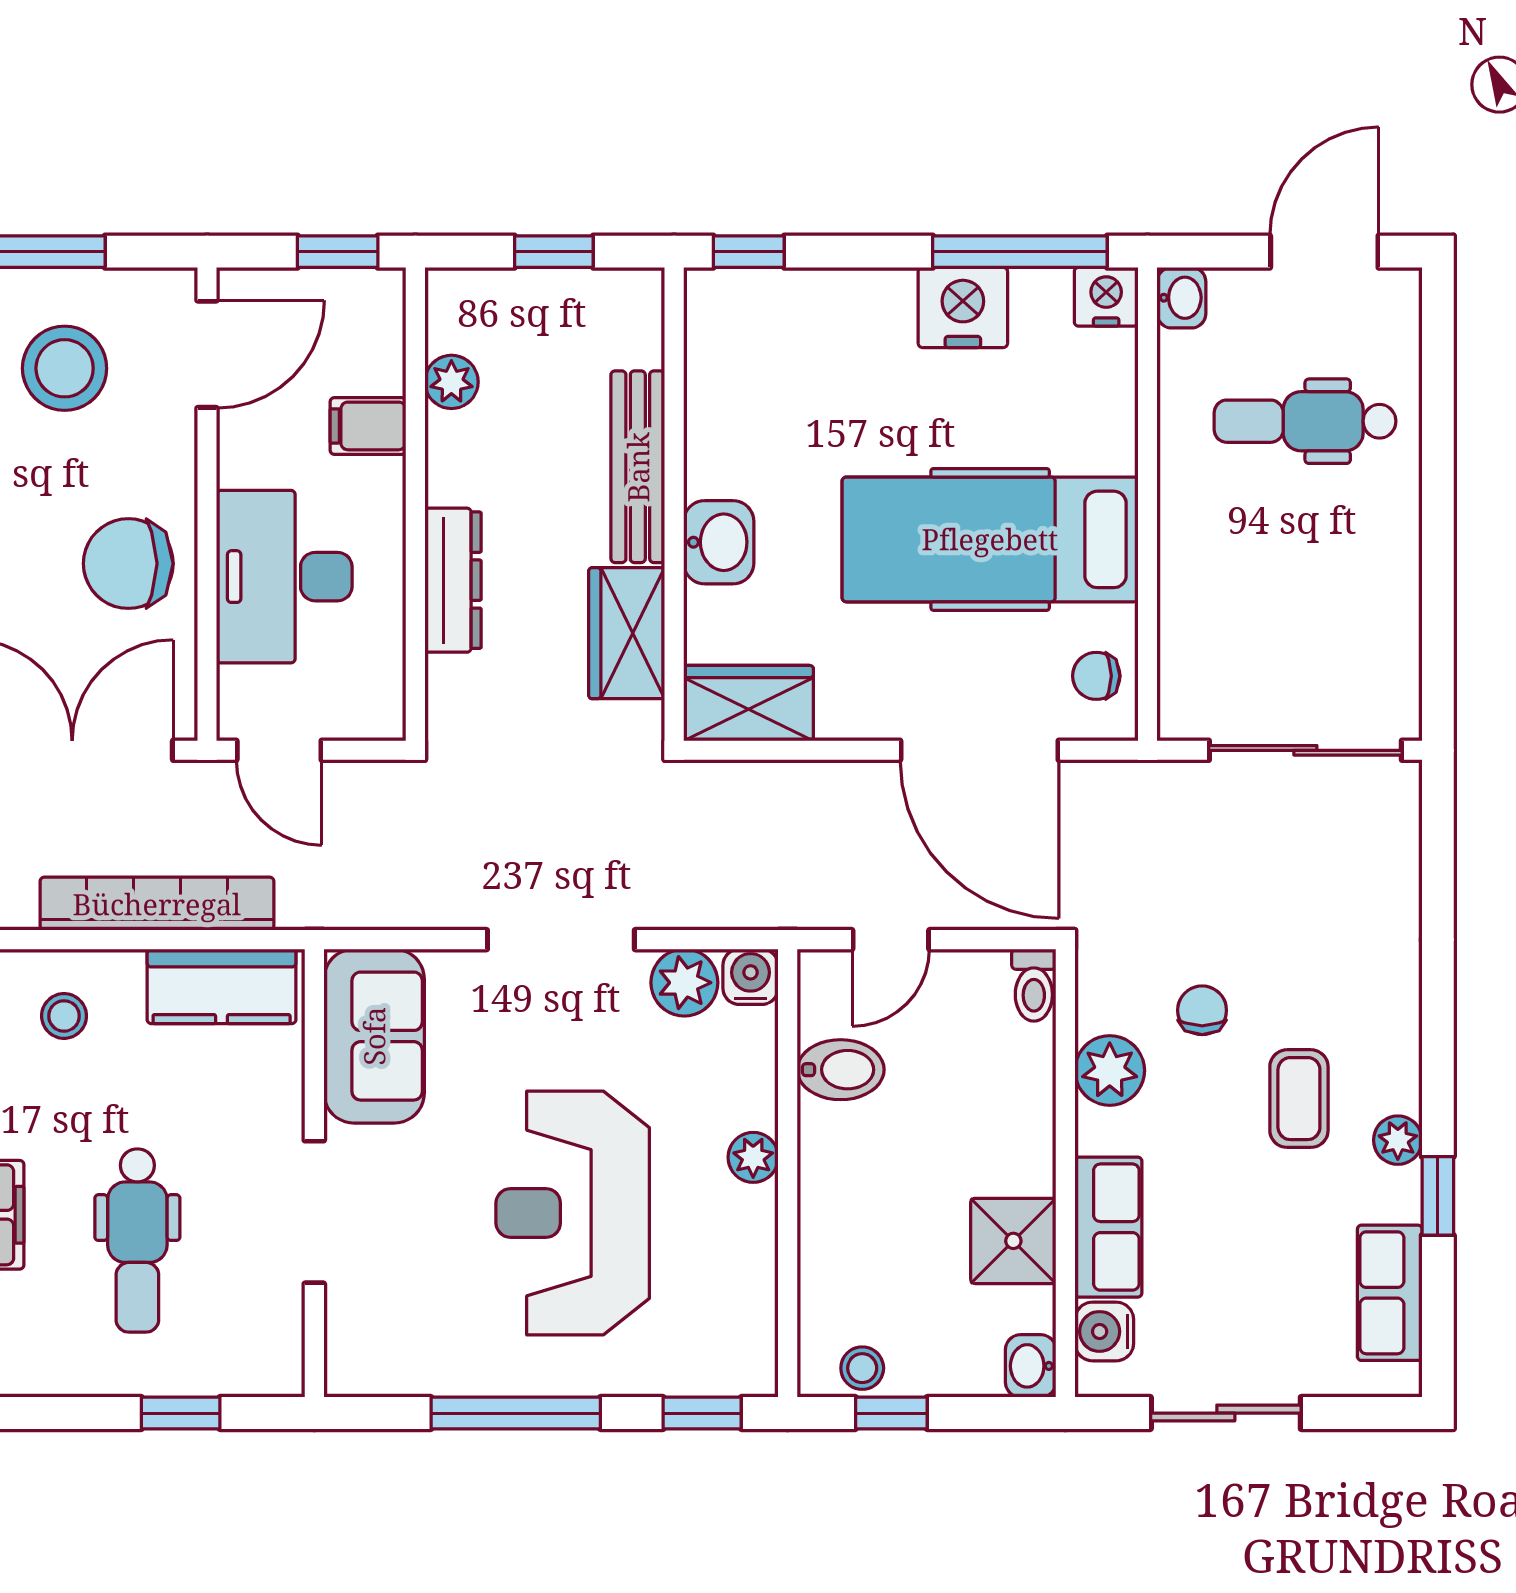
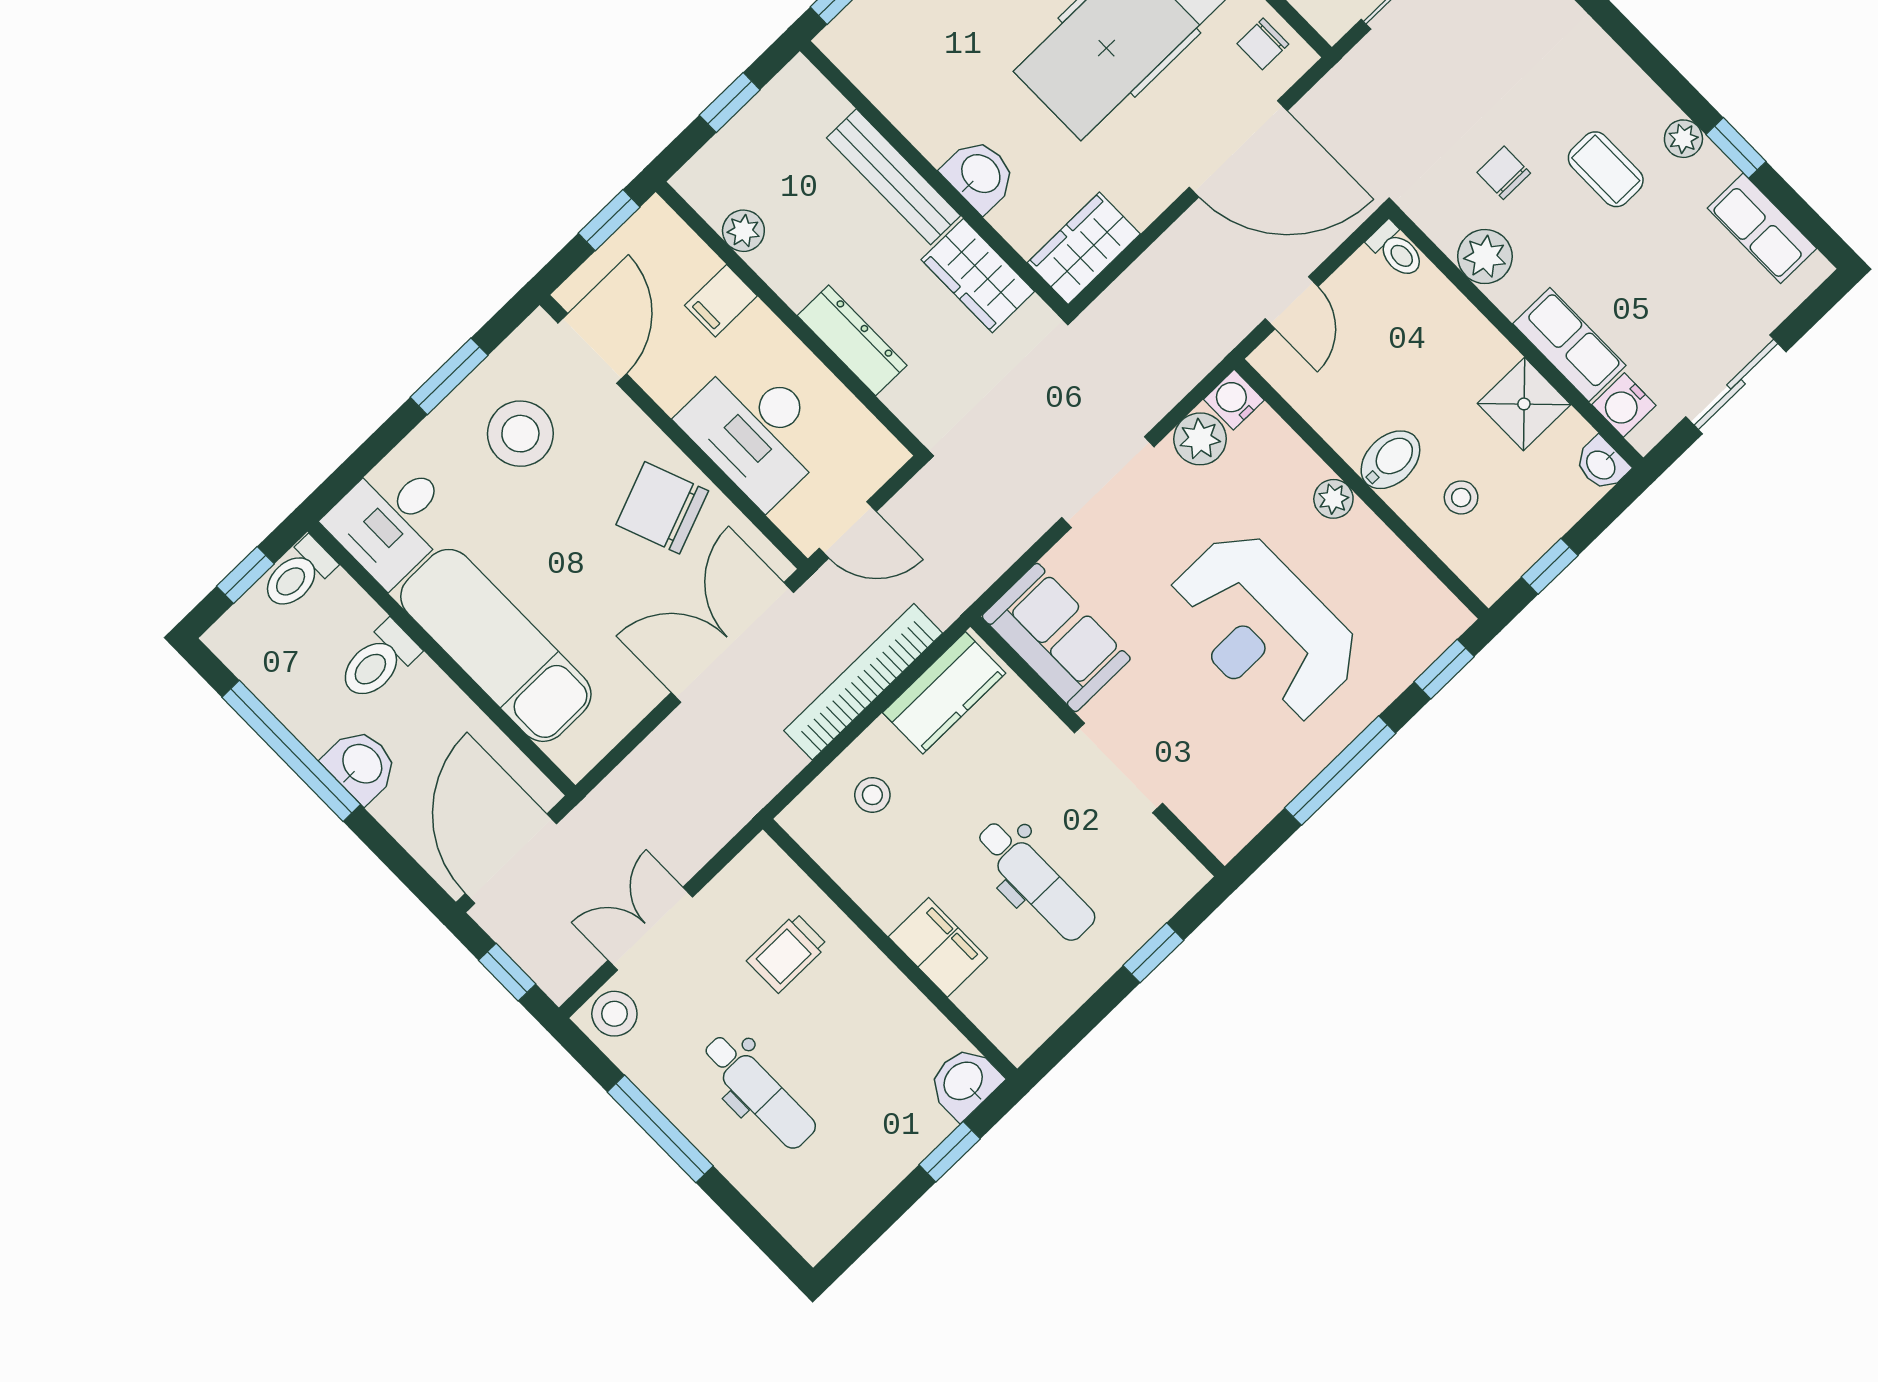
chair: (128, 564) -> (662, 508), turned 69
bidet: (841, 1070) -> (1390, 460), moved
stool: (862, 1368) -> (1461, 497), moved

